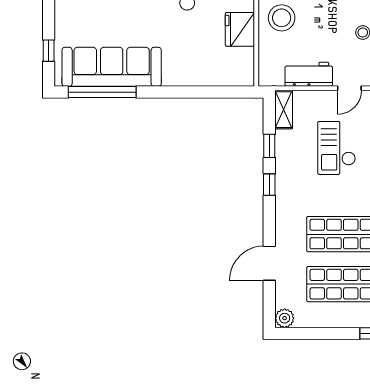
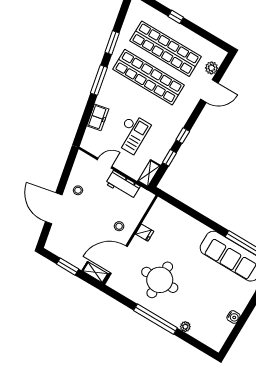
stool: (282, 18) -> (119, 226), width x0.53, depth x0.53
fridge: (240, 29) -> (145, 233), width x0.53, depth x0.75
plant: (285, 318) -> (211, 68), moved

